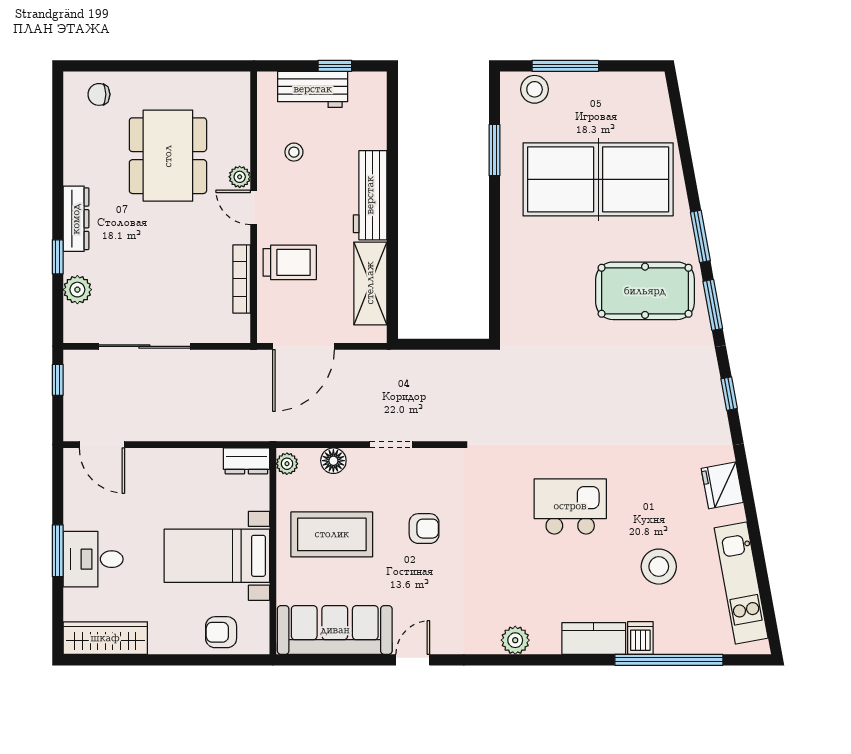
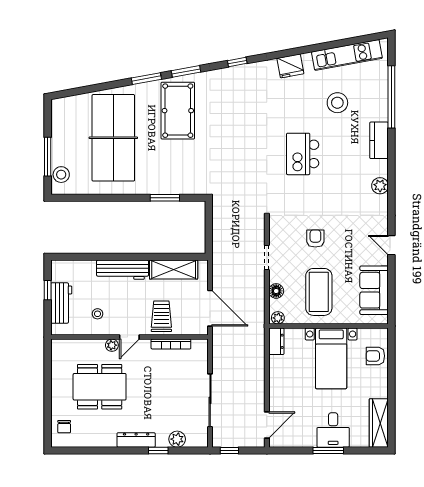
window: (494, 150) -> (165, 198), moved
sofa: (335, 630) -> (374, 290), width x0.73
armchair: (221, 632) -> (375, 356), turned 90
dishwasher: (640, 638) -> (379, 113), removed

